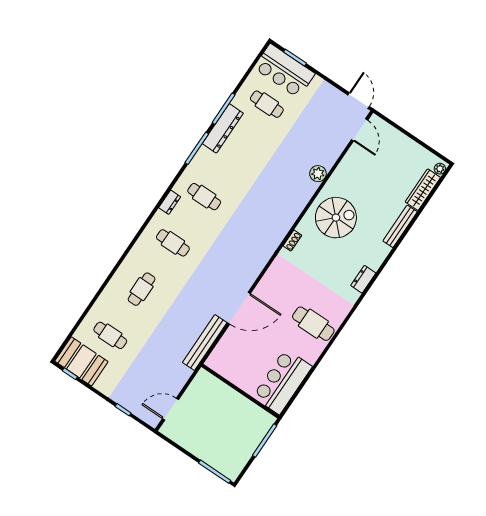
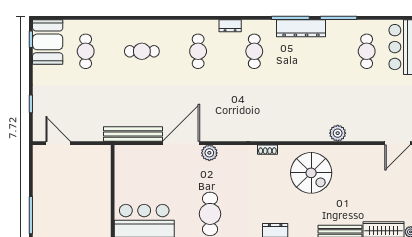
dresser: (223, 128) -> (301, 28), moved
plant: (263, 290) -> (209, 153), added
door: (239, 308) -> (181, 143), swing flipped

